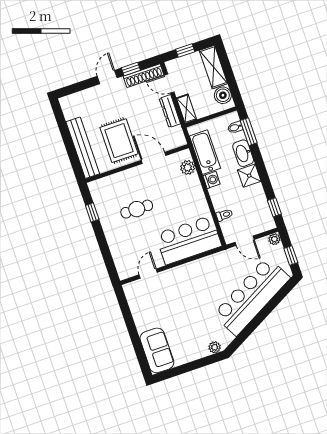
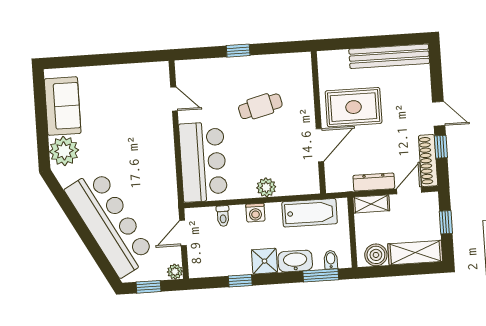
bench: (83, 148) -> (389, 56), moved
plant: (188, 167) -> (266, 187), moved
washing machine: (211, 180) -> (255, 213), moved
window: (274, 207) -> (240, 281), moved
cafe table: (137, 209) -> (260, 106), turned 76
window: (92, 212) -> (238, 51), moved
plant: (215, 347) -> (64, 151), width x1.87, depth x1.87
sofa: (157, 350) -> (63, 106), moved, turned -90

